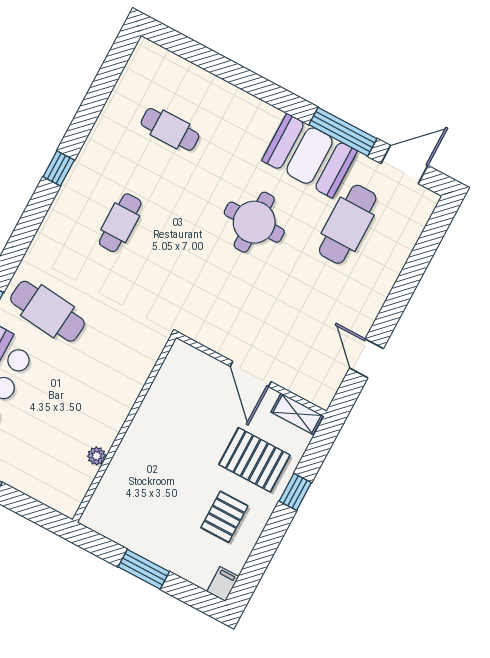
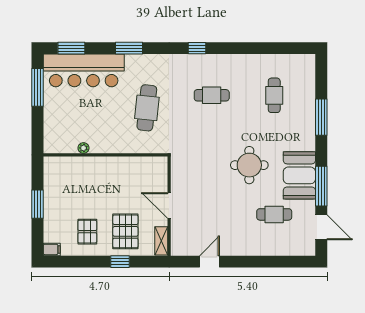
window: (240, 77) -> (321, 117), added
window: (59, 168) -> (197, 48), moved
cafe table: (348, 224) -> (274, 214), width x0.73, depth x0.74
cafe table: (48, 311) -> (147, 108), moved
door: (251, 374) -> (169, 206), hinge flipped
pallet: (224, 517) -> (87, 232), turned 90

